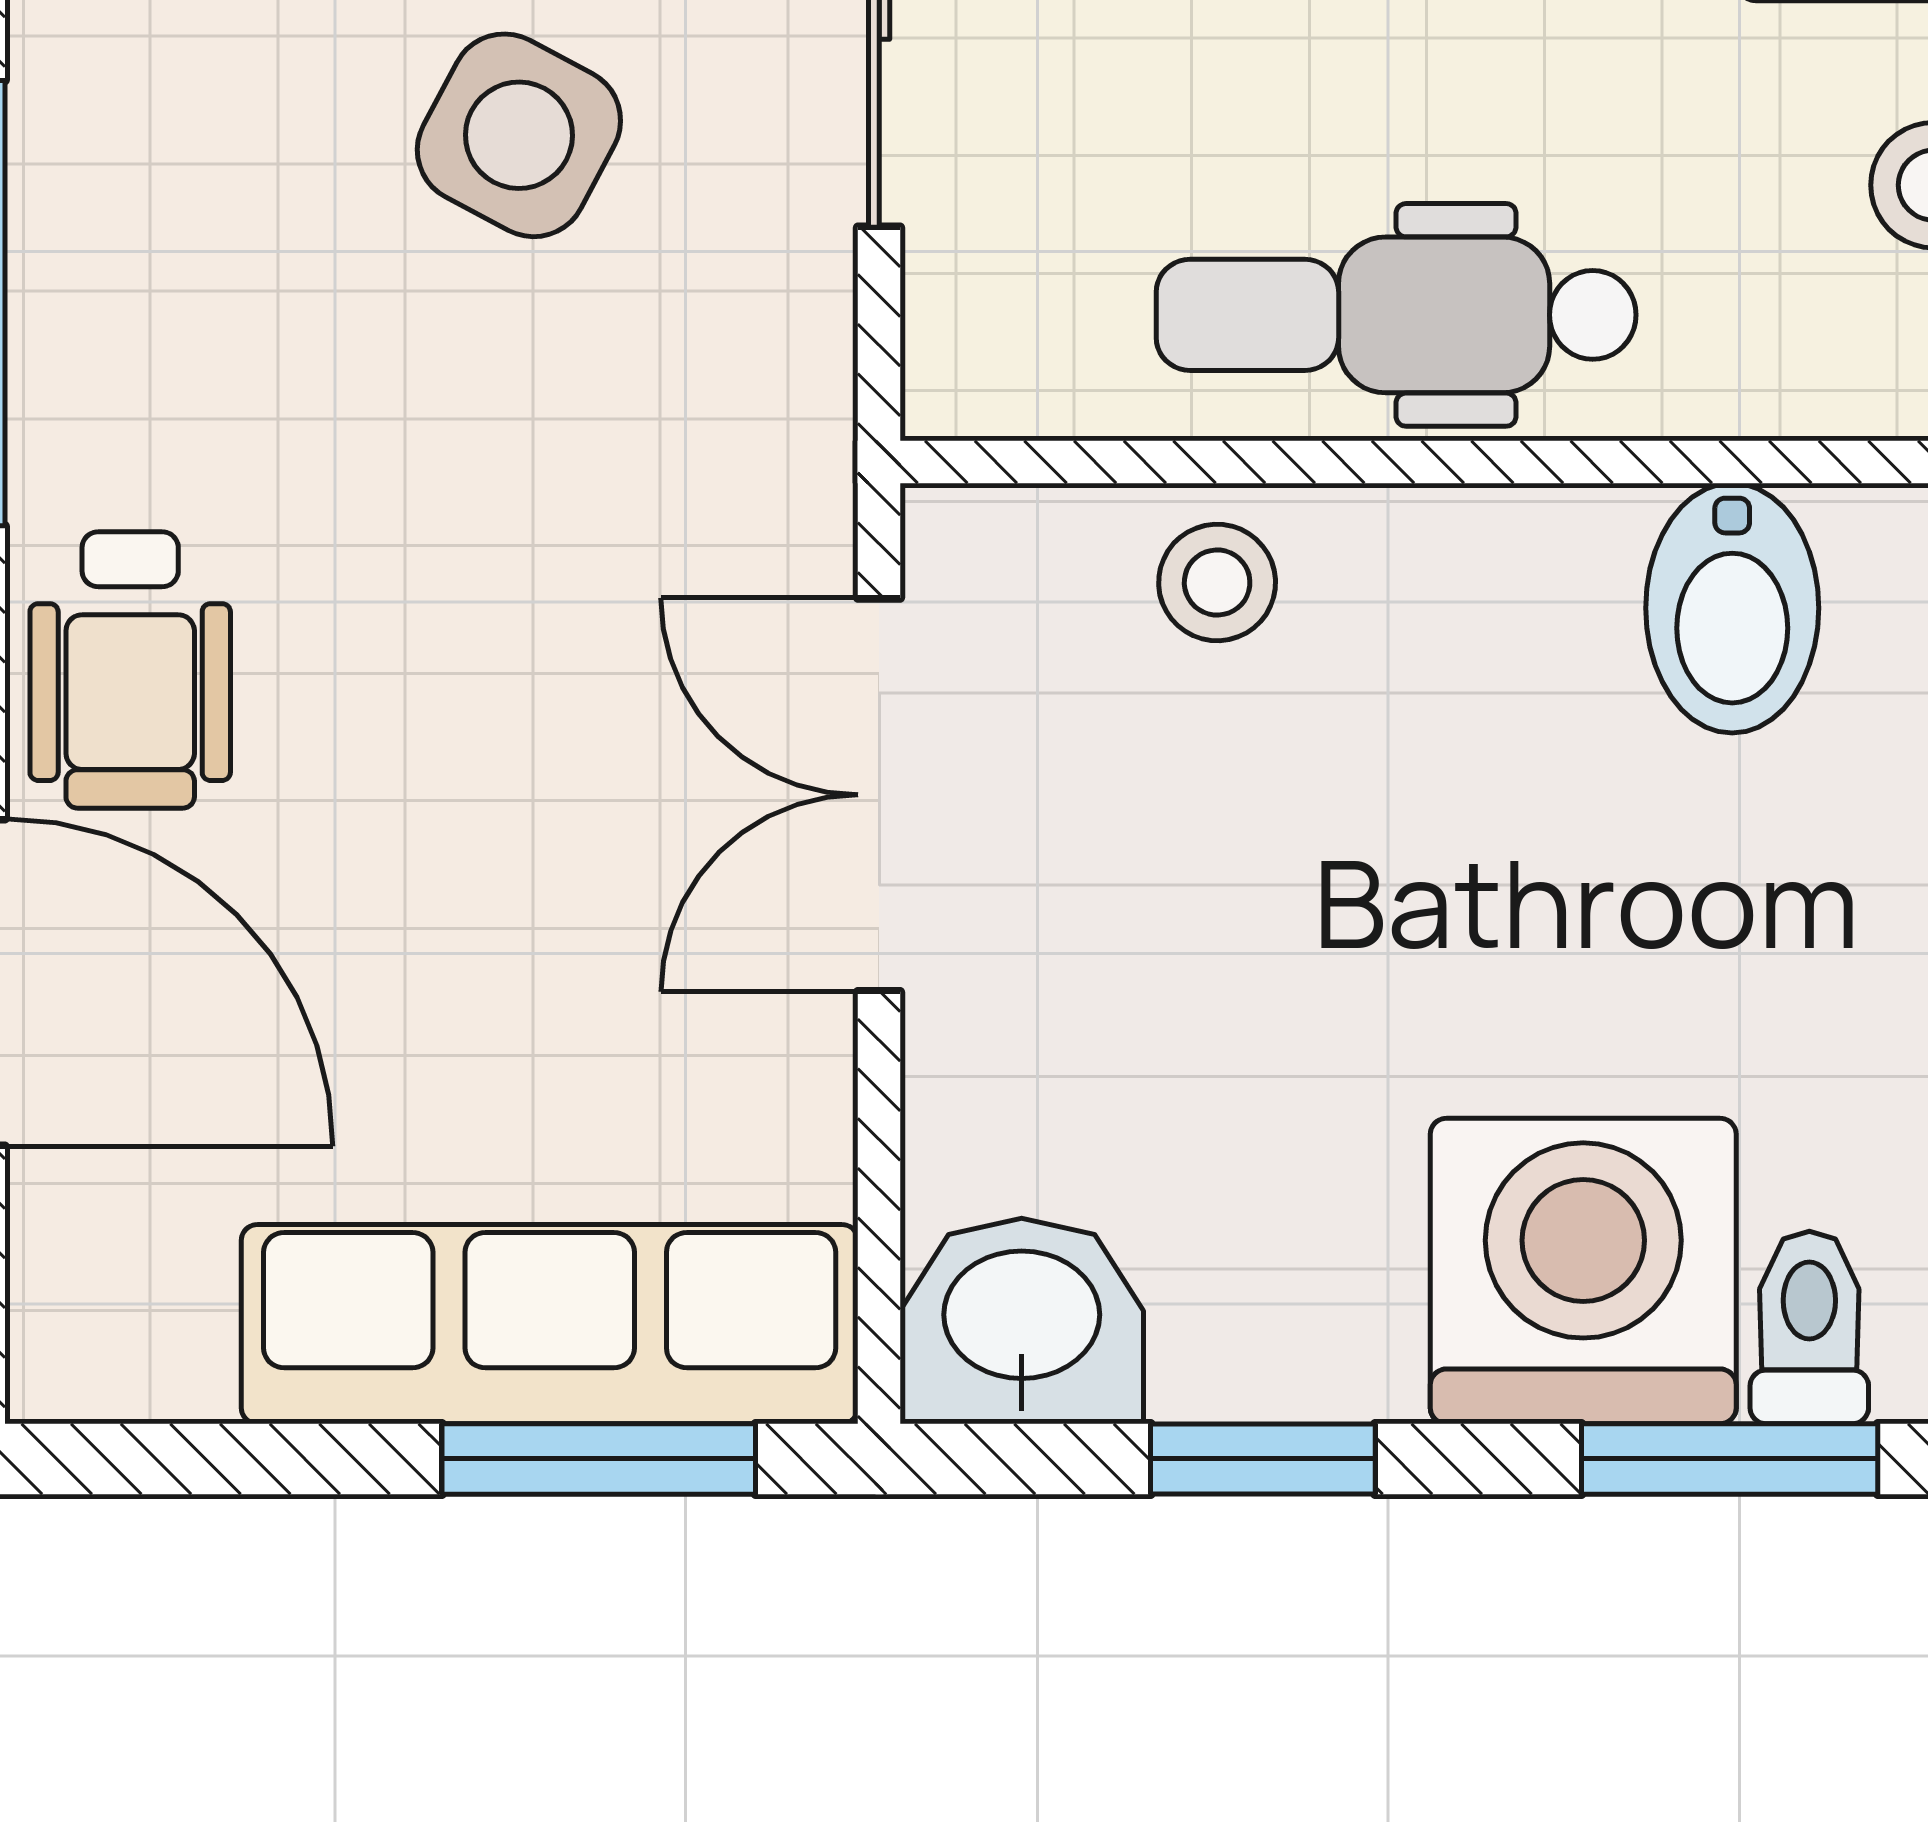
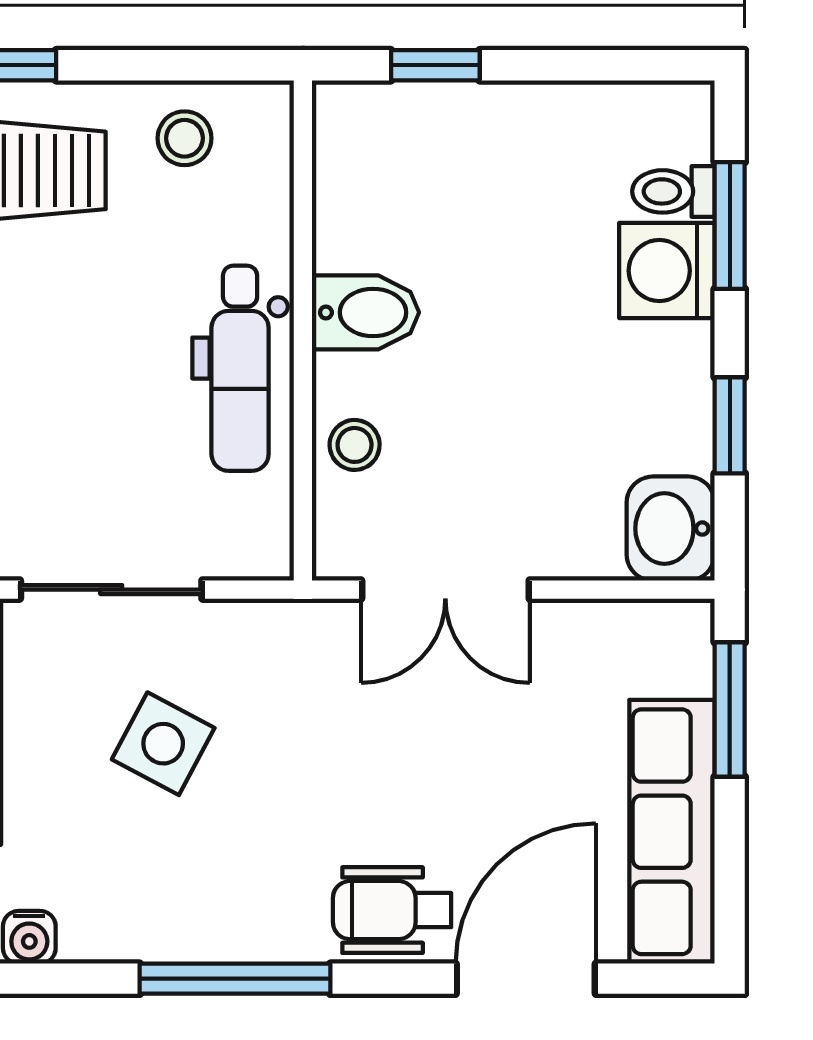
bidet: (1732, 608) -> (366, 312), moved
wheelchair: (130, 670) -> (392, 910), turned 180
washing machine: (1583, 1271) -> (667, 271), width x0.73, depth x0.73
row of seats: (550, 1324) -> (672, 832), moved

